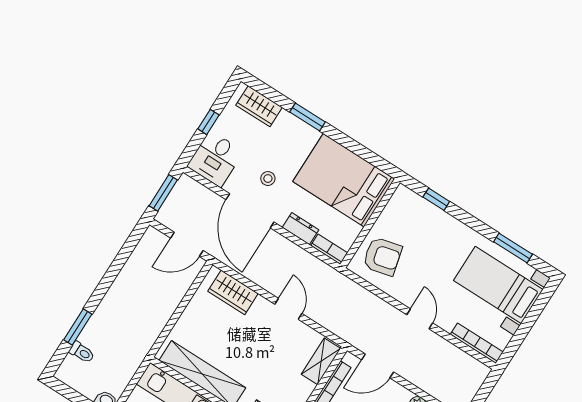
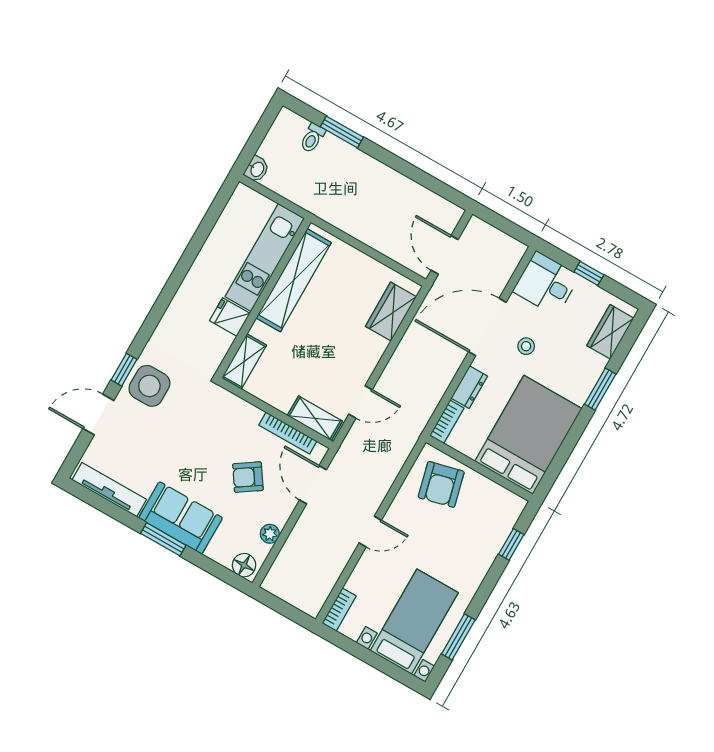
window: (163, 193) -> (503, 224), removed
door: (288, 309) -> (360, 402), moved
bookcase: (477, 343) -> (339, 610), width x0.64

